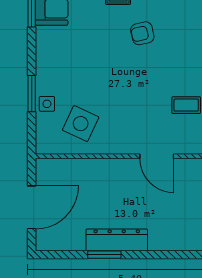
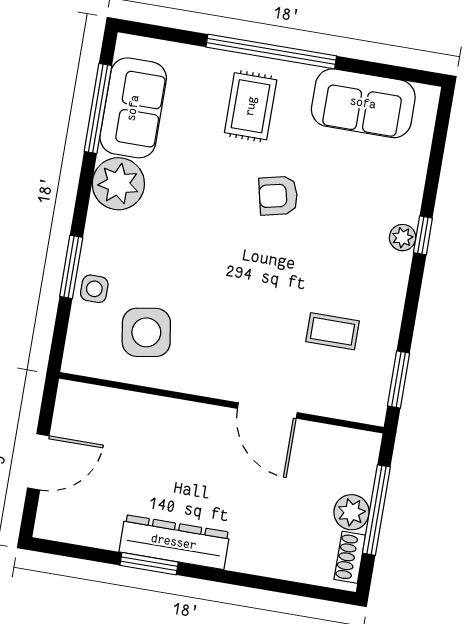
plant: (50, 42) -> (118, 184), added
side table: (81, 124) -> (146, 332), turned -34
door: (32, 207) -> (38, 462), width x0.73

